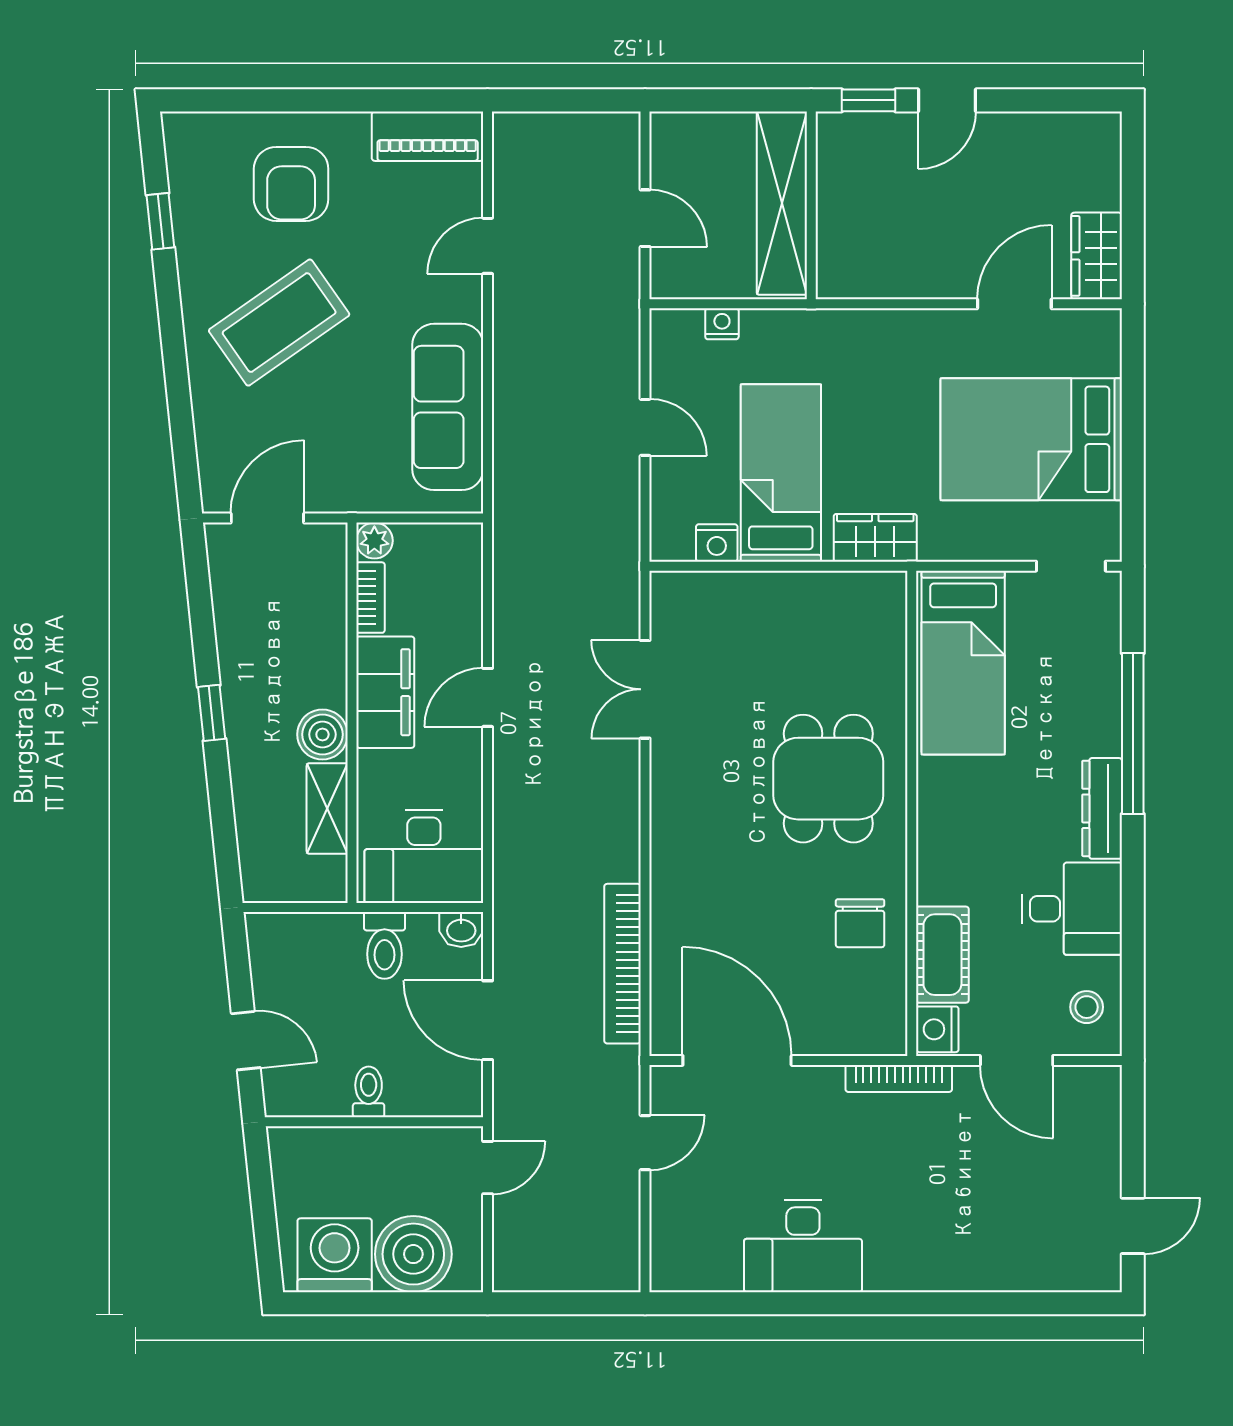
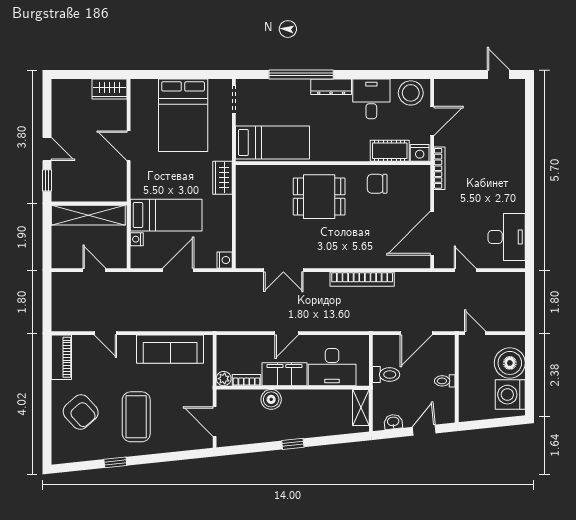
armchair: (291, 184) -> (81, 412), turned 48
door: (645, 218) -> (94, 270), hinge flipped
window: (160, 221) -> (115, 462), moved
door: (1014, 304) -> (129, 146), moved
coffee table: (279, 323) -> (136, 417), turned 35
door: (645, 427) -> (178, 270), width x1.38
bed: (781, 473) -> (166, 215), moved, turned 180
nightstand: (717, 543) -> (225, 260), moved
door: (488, 697) -> (287, 333), hinge flipped
boiler: (322, 734) -> (271, 399), moved
shelving: (327, 808) -> (361, 408), moved, turned 90
desk: (424, 856) -> (332, 367), moved, turned 90
chair: (860, 923) -> (377, 184), turned 180
washbasin: (461, 929) -> (393, 422), moved, turned -96
bookcase: (623, 964) -> (362, 279), moved
stool: (1087, 1007) -> (411, 93), width x1.89, depth x1.89
desk: (803, 1246) -> (507, 237), moved

